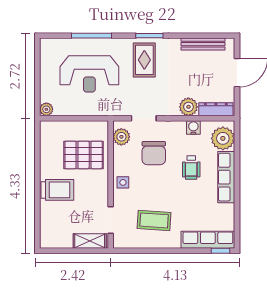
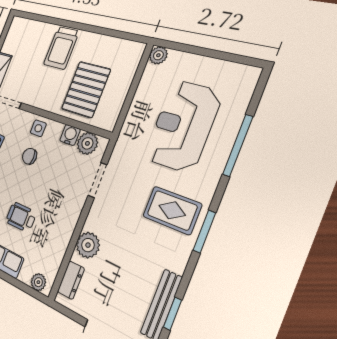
window: (205, 36) -> (173, 314), added
dresser: (216, 109) -> (71, 280), width x0.70
water cooler: (193, 127) -> (70, 135), moved, turned -90
plant: (223, 138) -> (38, 282), width x0.53, depth x0.53
chair: (154, 153) -> (30, 156), moved, width x0.54, depth x0.54

